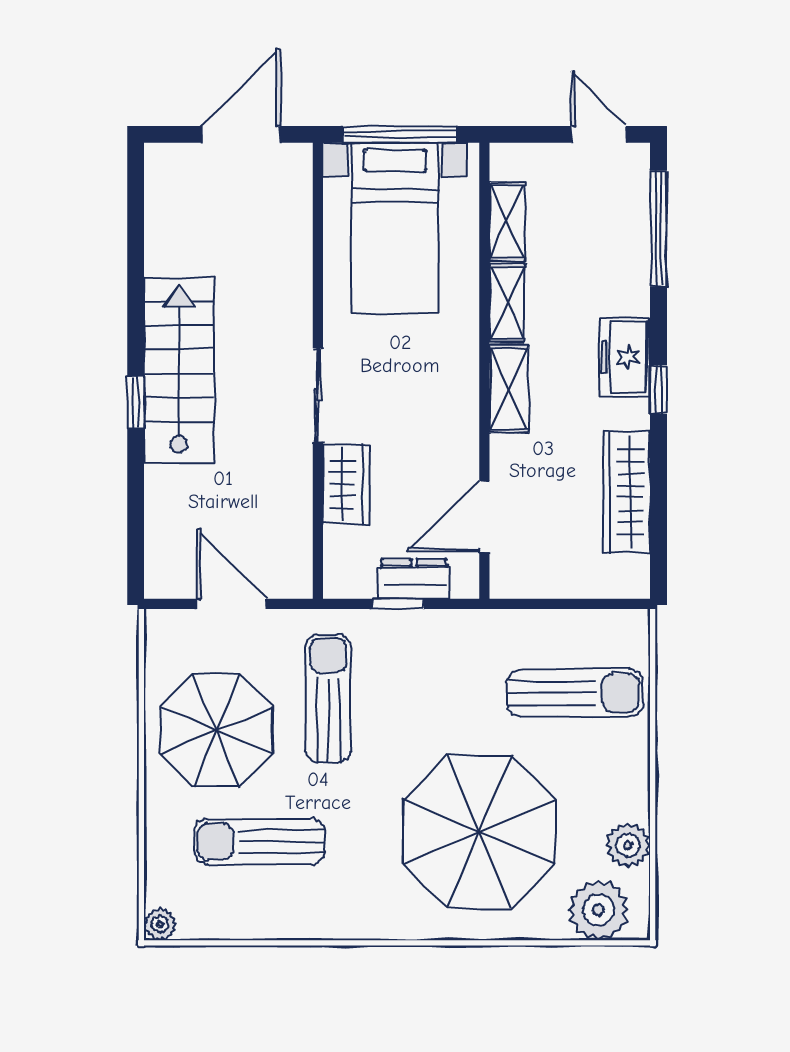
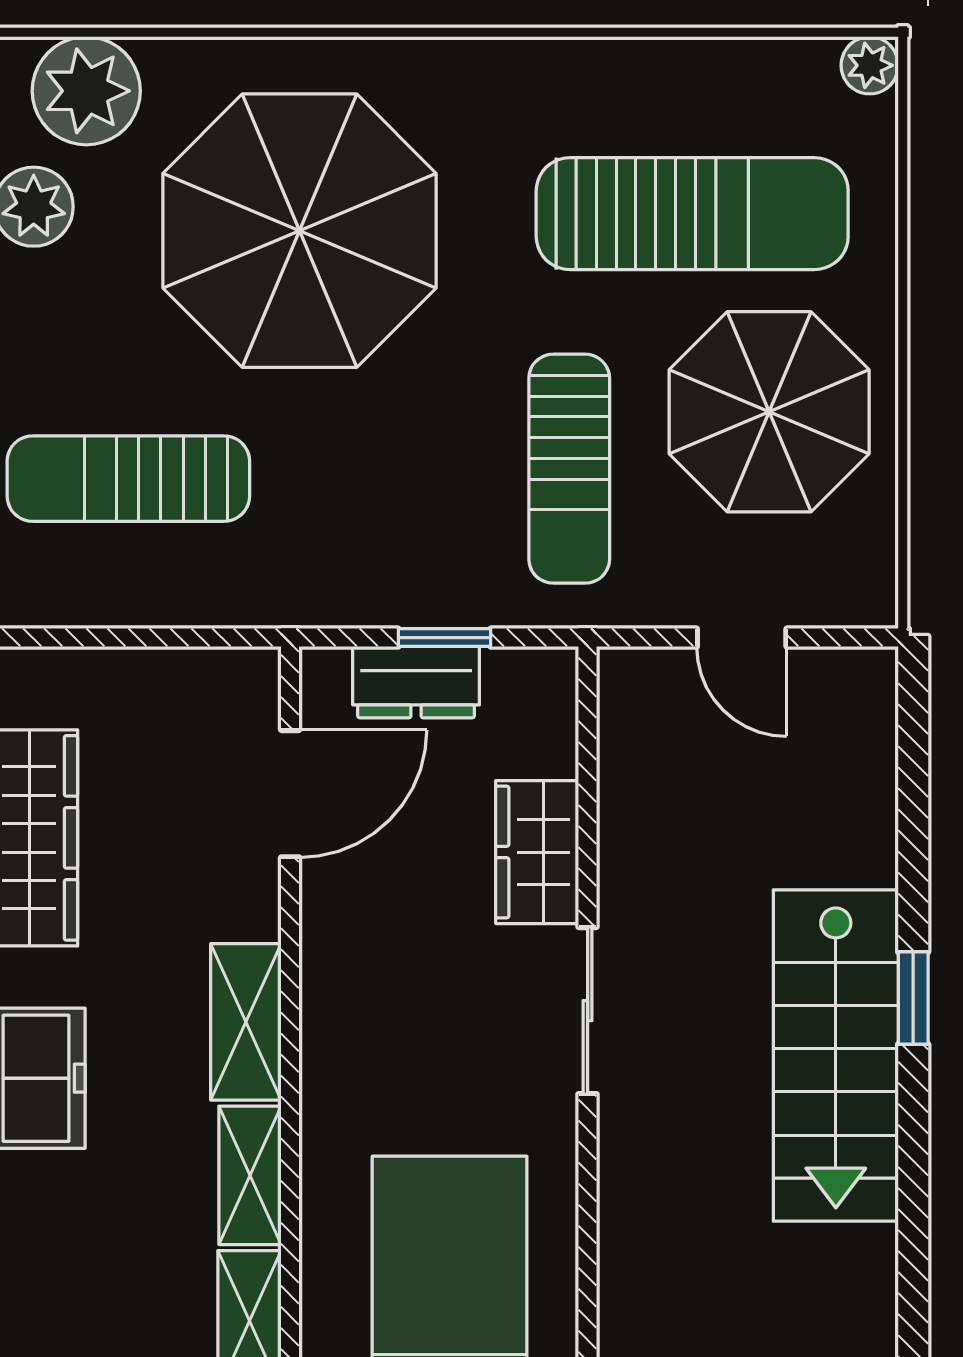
door: (232, 604) -> (742, 638), width x0.73
sun lounger: (259, 841) -> (692, 214), width x1.36, depth x1.34

